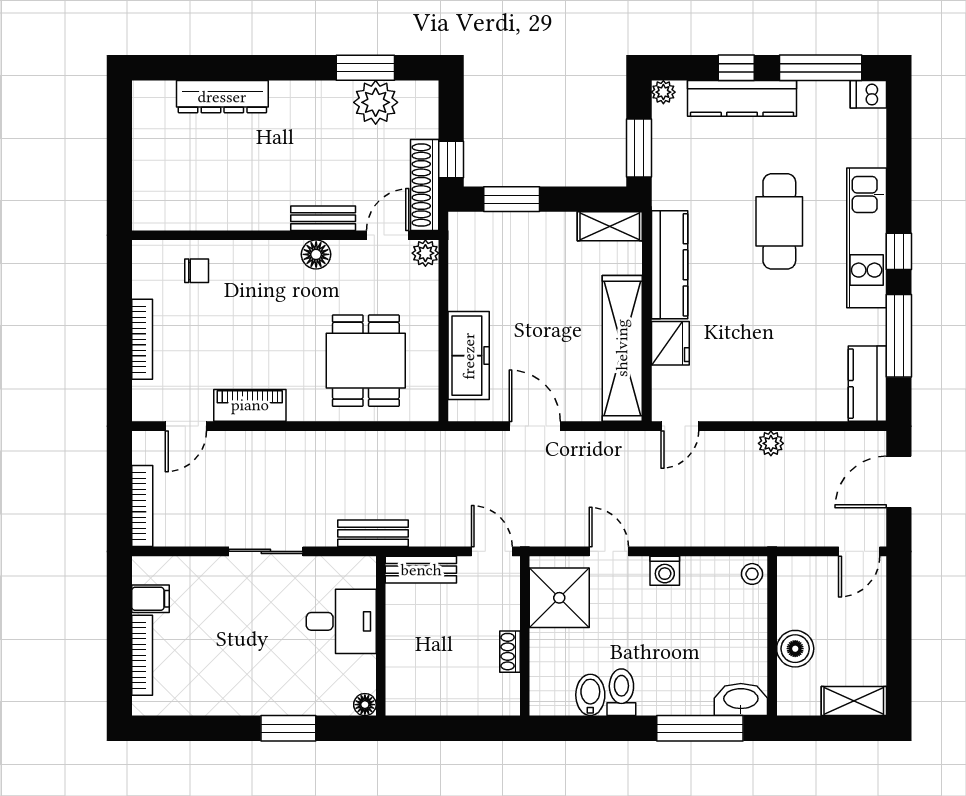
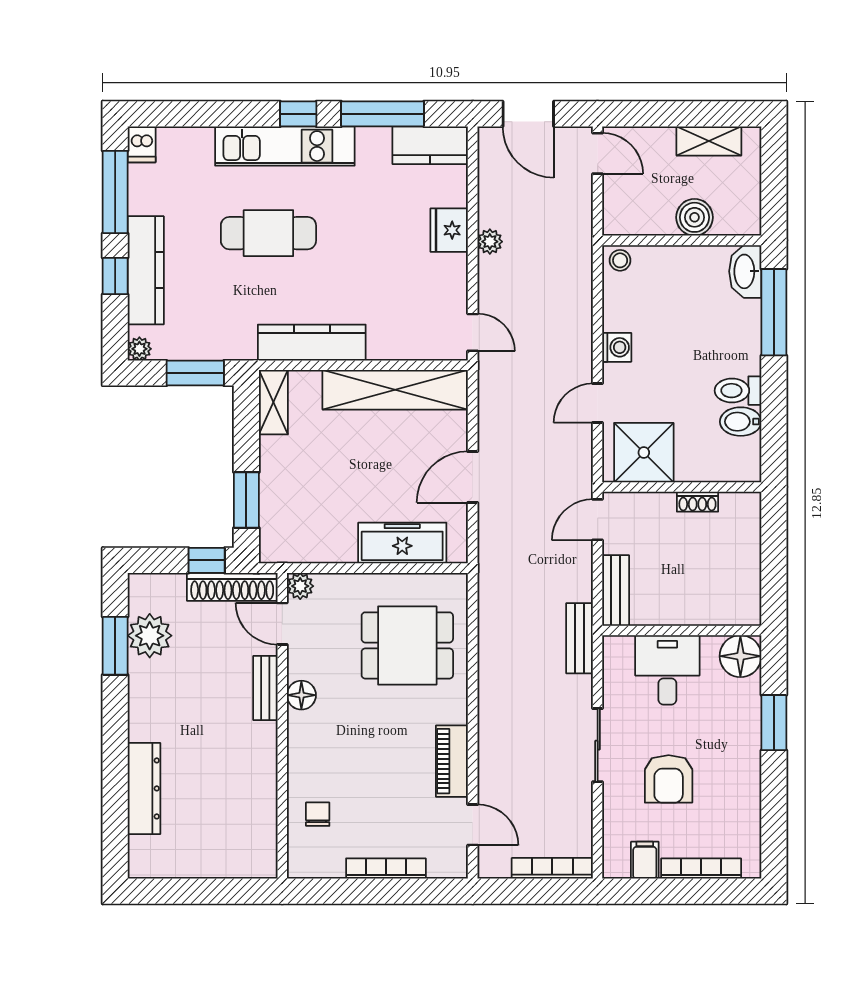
fridge: (670, 343) -> (449, 230), moved, turned -90
armchair: (232, 623) -> (669, 779), added
shelving: (854, 701) -> (709, 141), moved, turned 90
floor lamp: (365, 705) -> (740, 656), width x1.89, depth x1.89

